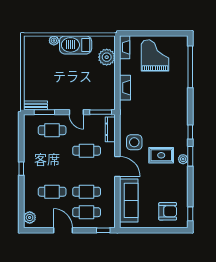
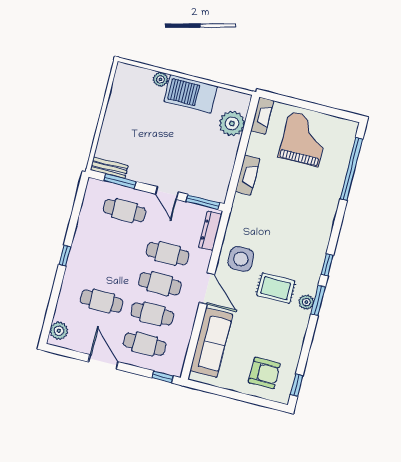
cafe table: (87, 171) -> (160, 284), added

